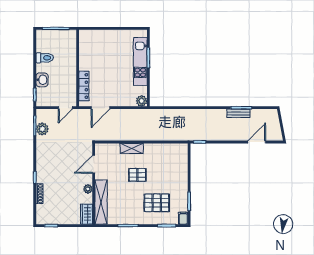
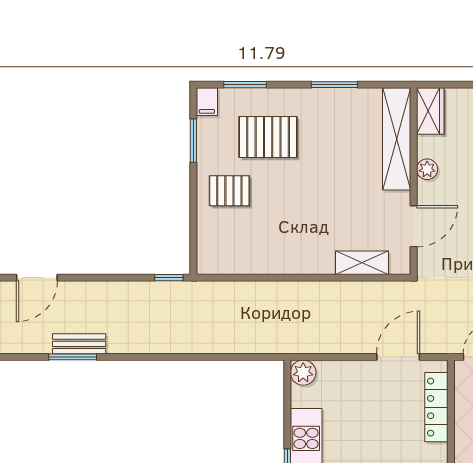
shelving: (132, 148) -> (362, 263), moved
pallet: (137, 175) -> (229, 191), moved

